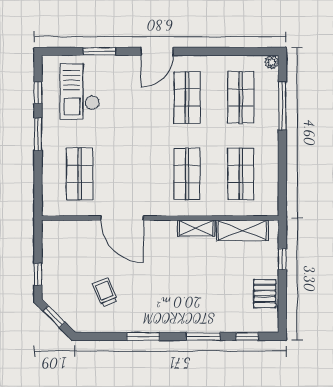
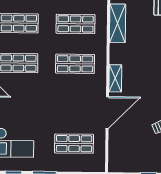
shelving: (196, 228) -> (115, 78), moved

